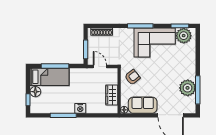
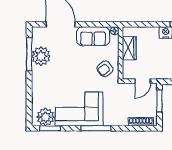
door: (100, 67) -> (143, 81), hinge flipped

